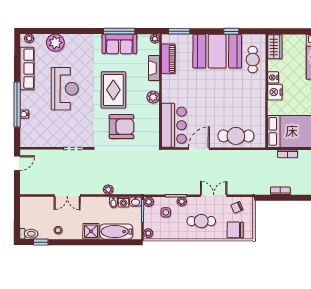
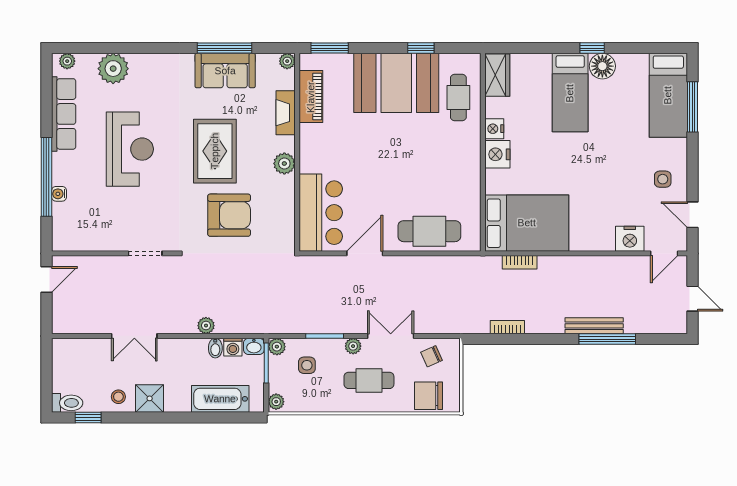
plant: (182, 201) -> (353, 346), moved
shower: (91, 231) -> (150, 398), moved

